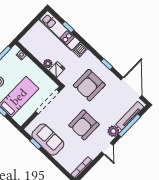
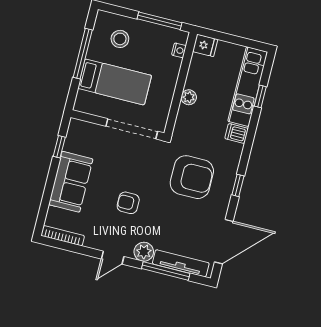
fridge: (57, 70) -> (205, 45), moved
armchair: (89, 85) -> (192, 177), turned 180
armchair: (84, 125) -> (128, 203), width x0.53, depth x0.53
sofa: (48, 140) -> (71, 182), moved

